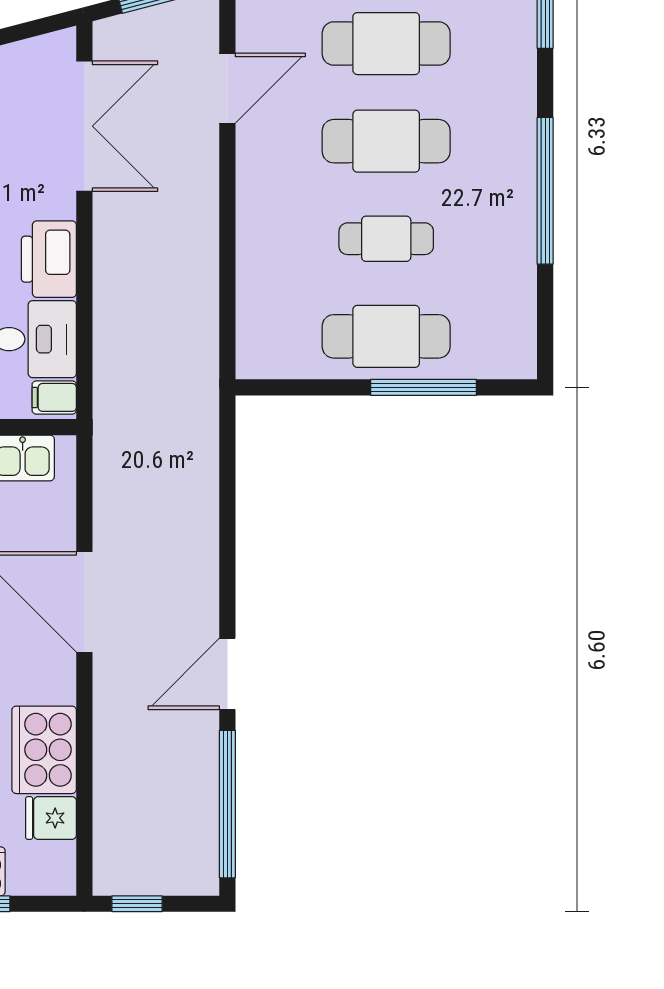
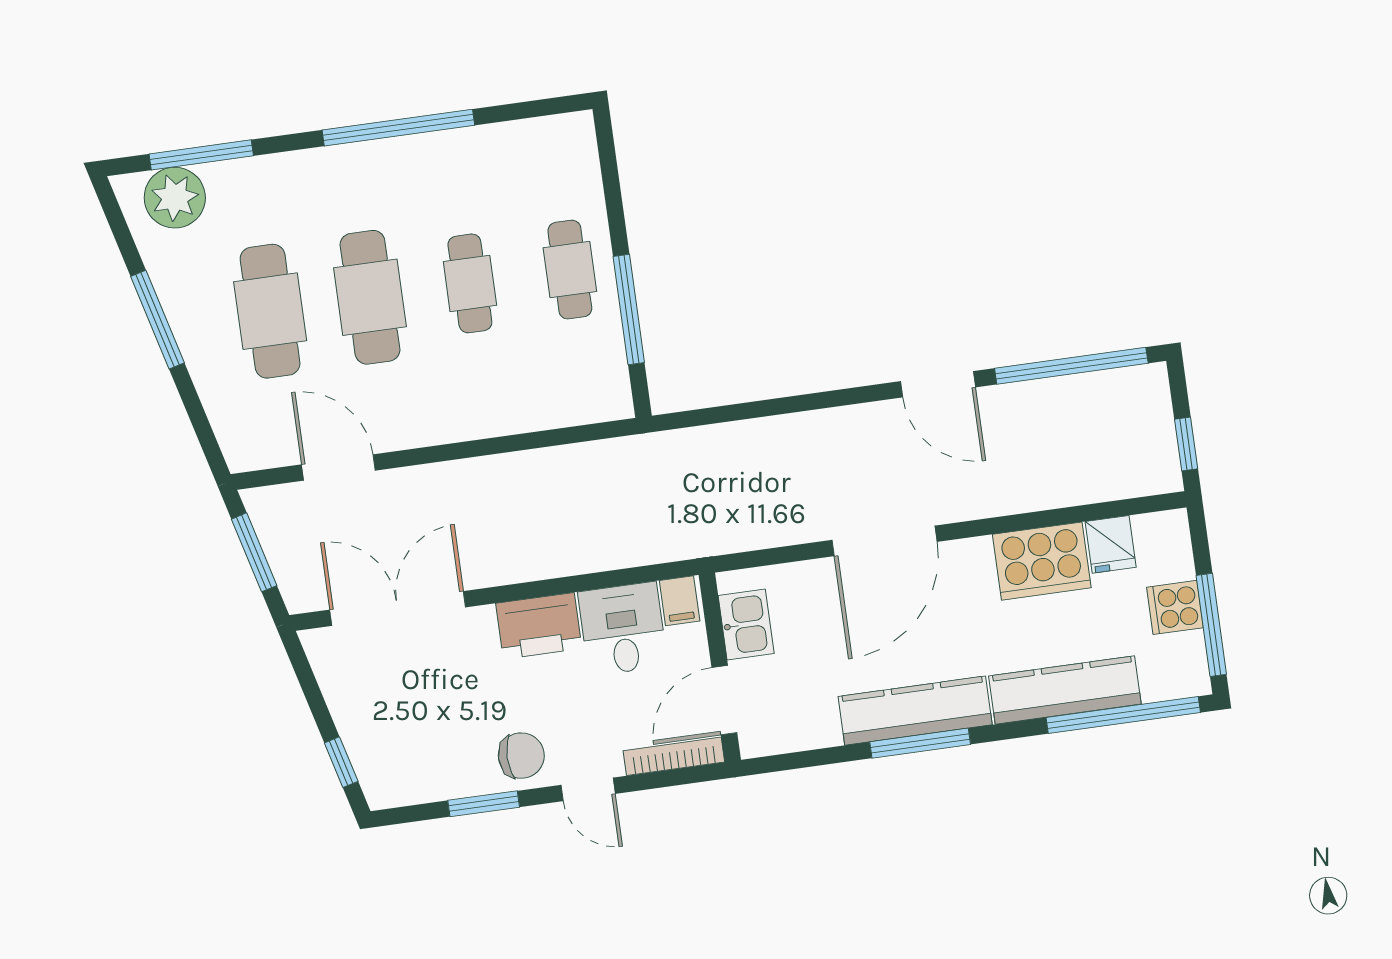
cafe table: (386, 336) -> (570, 270), width x0.73, depth x0.74
window: (423, 387) -> (629, 310), moved

